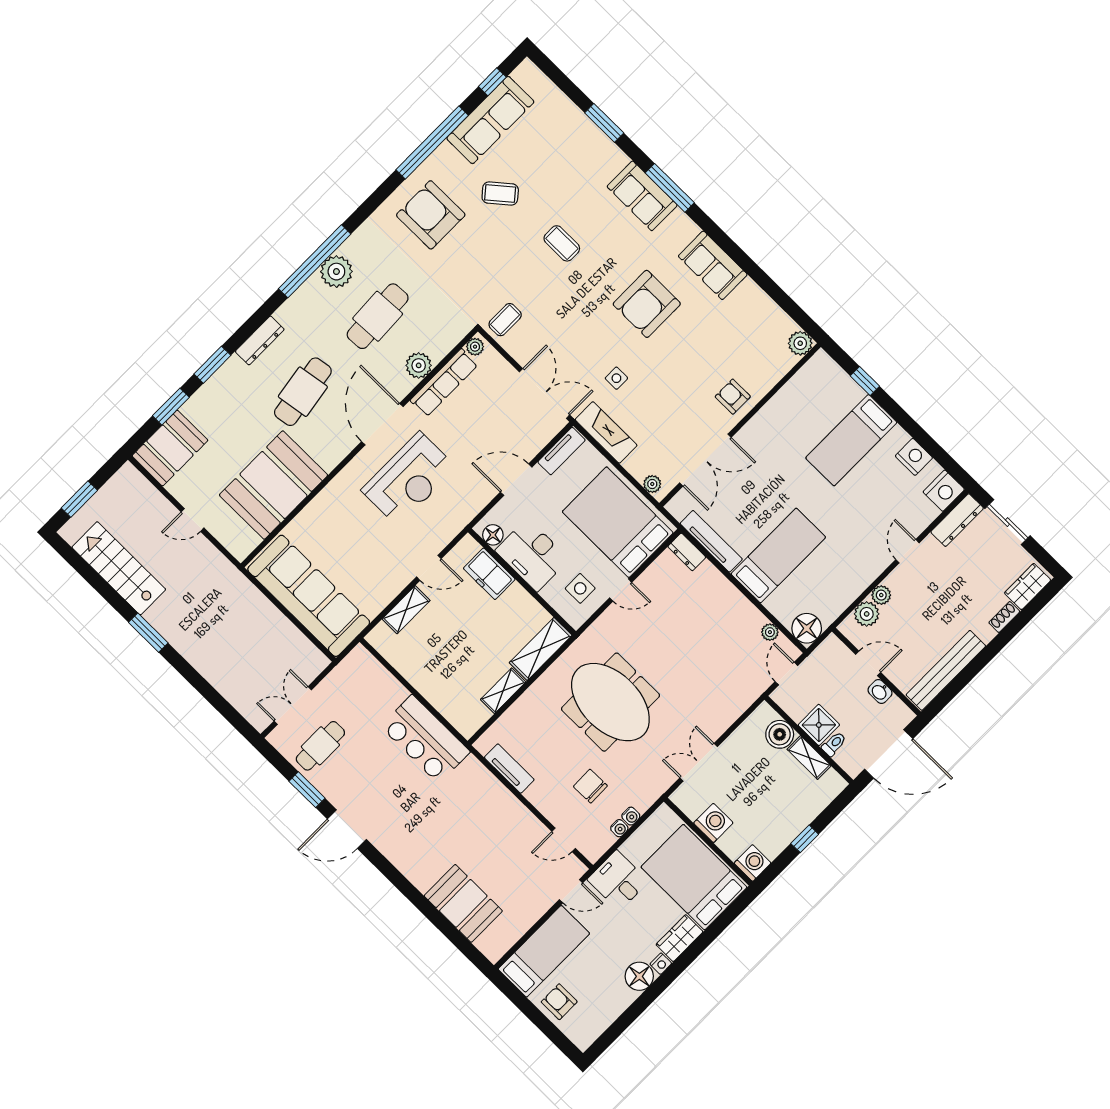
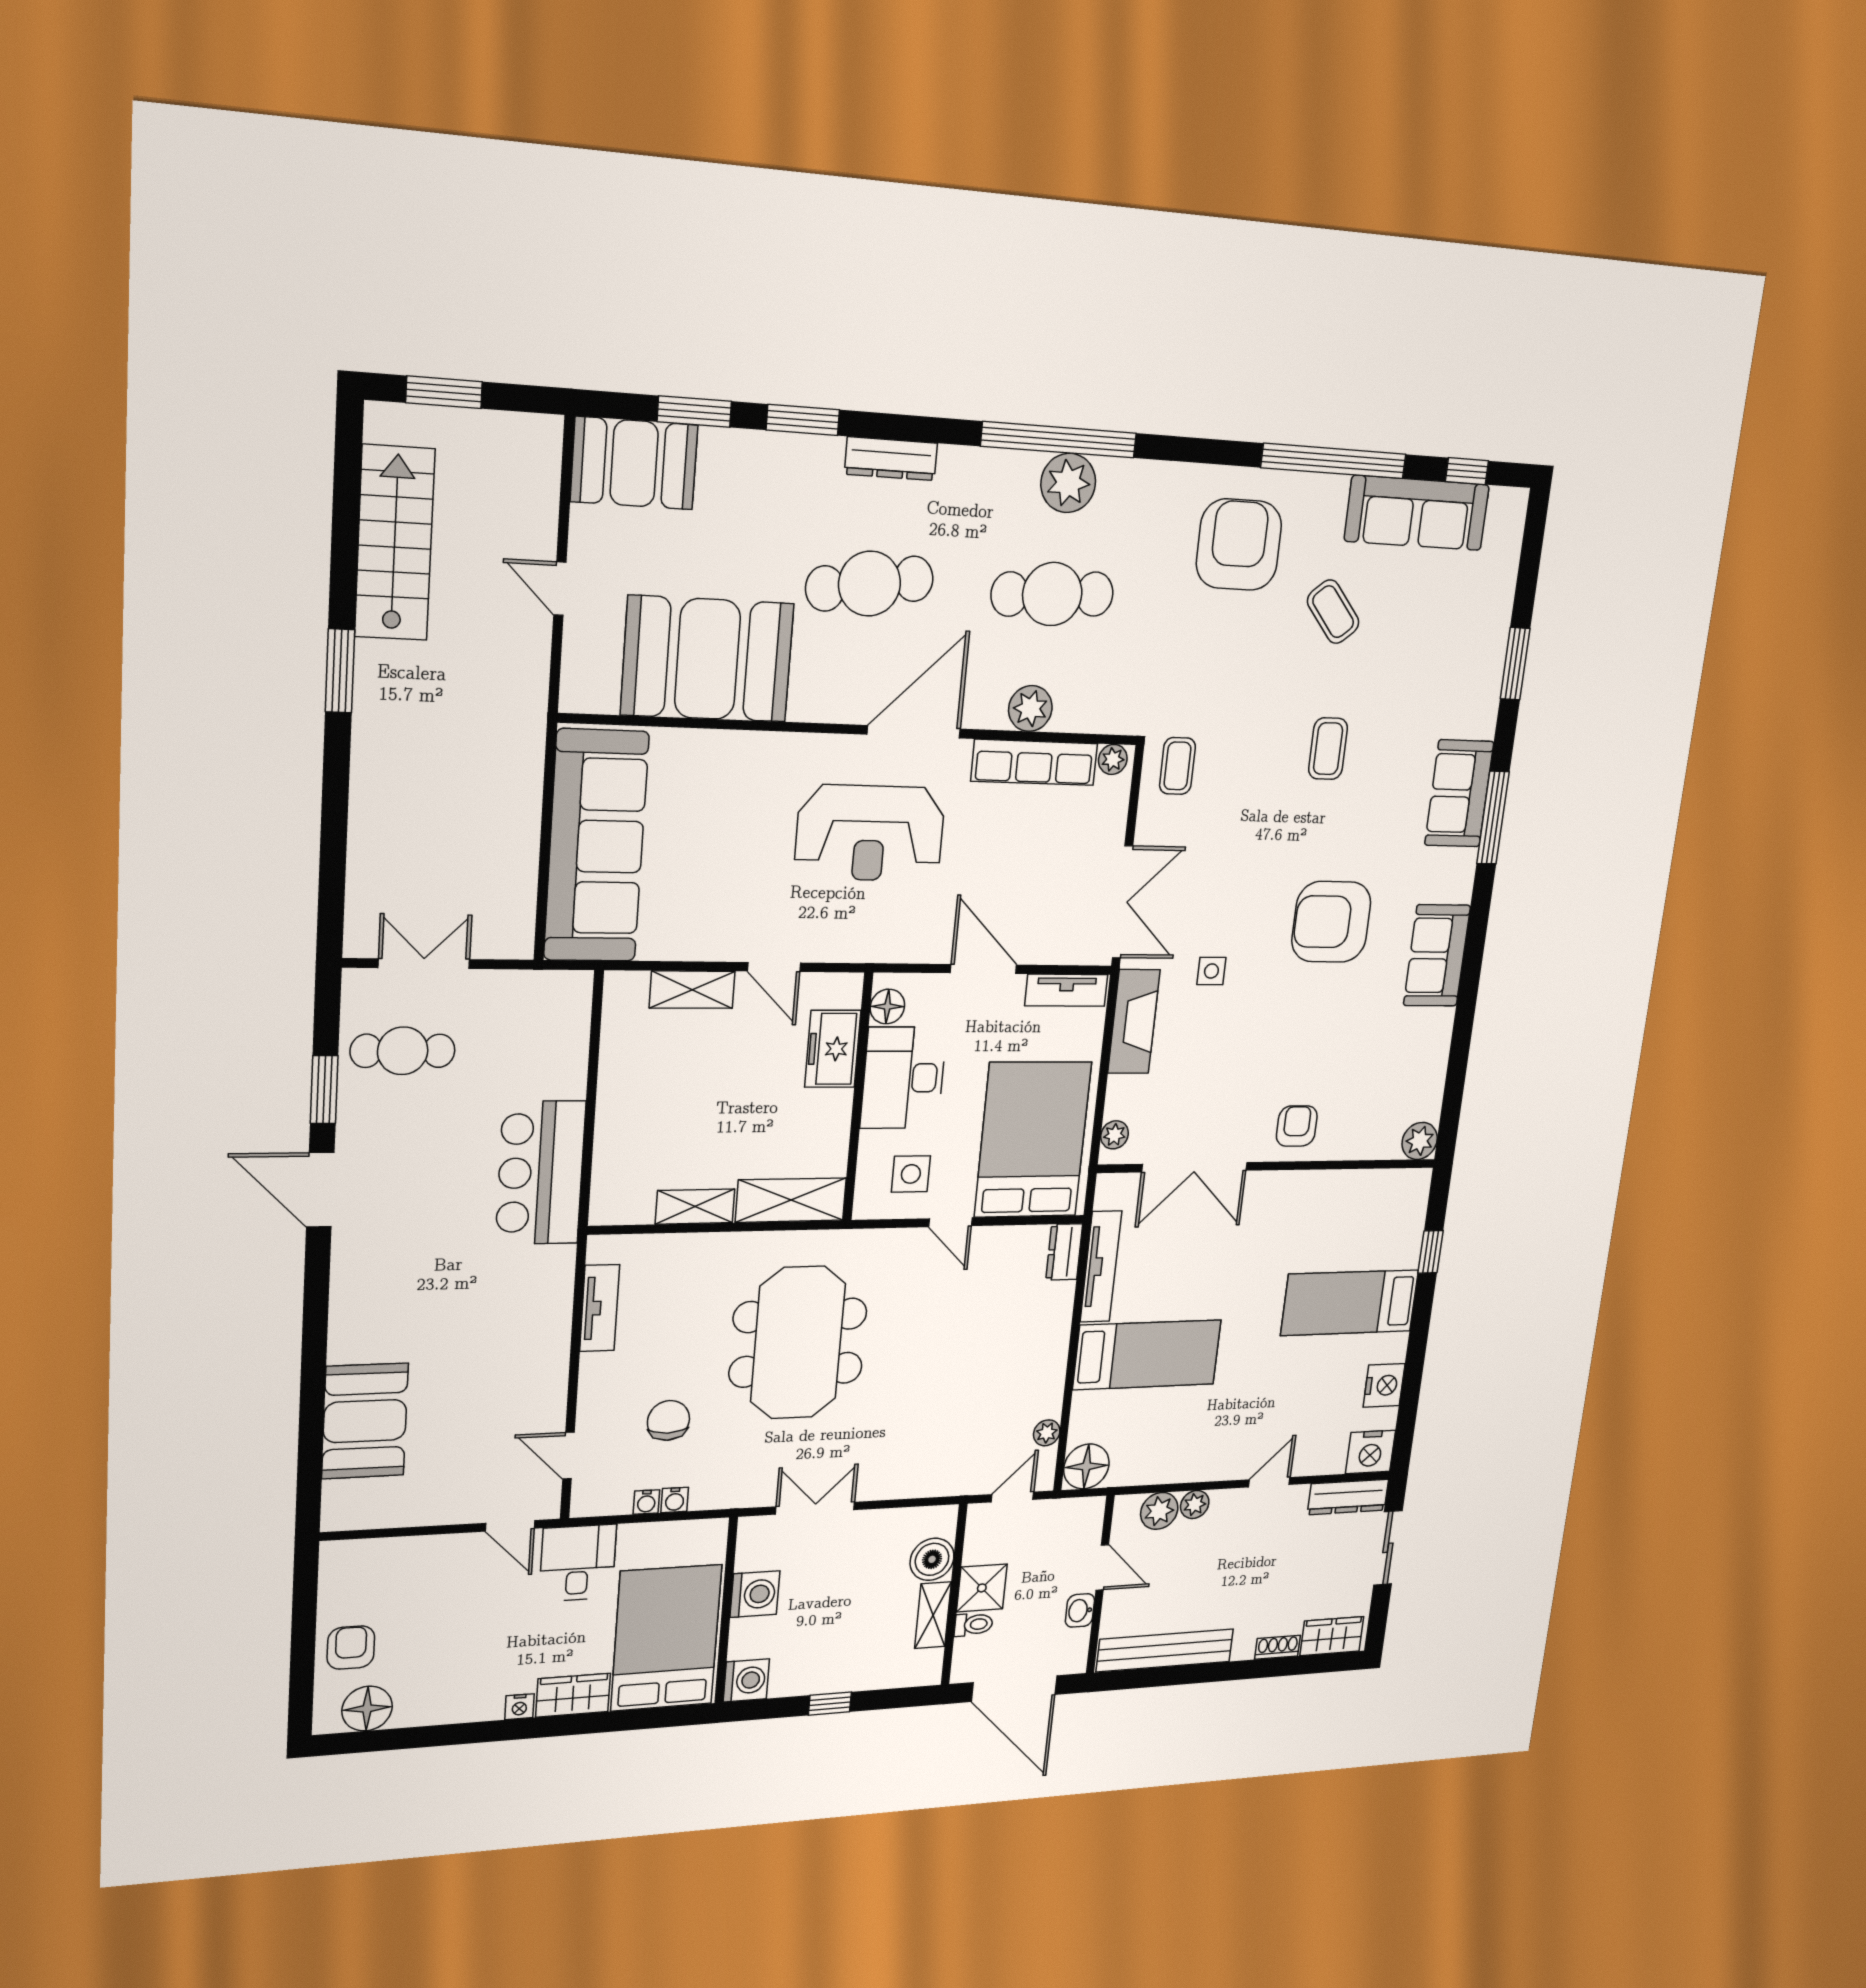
coffee table: (505, 320) -> (1177, 766), turned 90
bed: (544, 951) -> (399, 1570), removed
floor lamp: (639, 976) -> (367, 1709), moved

